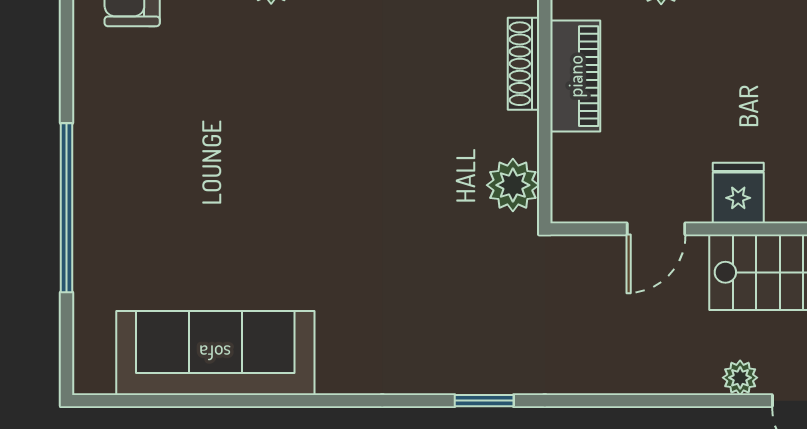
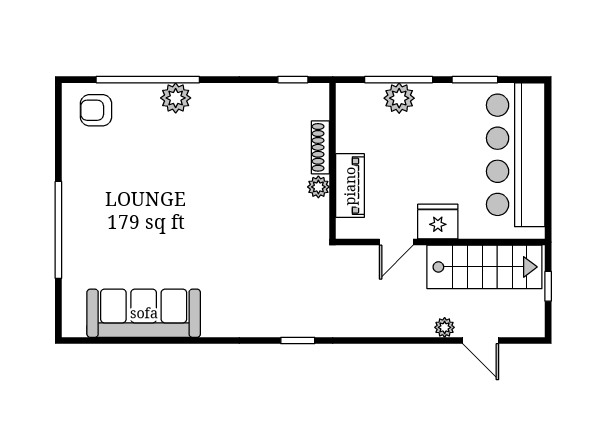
piano: (575, 76) -> (350, 186), moved
plant: (513, 185) -> (318, 187), moved, width x0.73, depth x0.73
fridge: (738, 193) -> (438, 222), width x1.38

